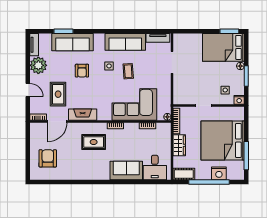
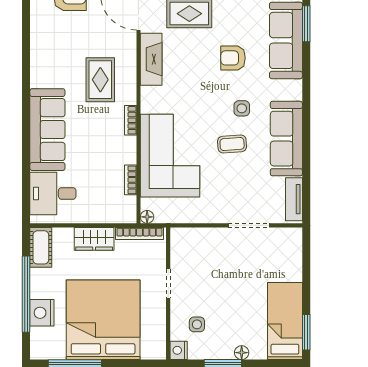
bed: (223, 47) -> (285, 321), width x0.67
sofa: (126, 170) -> (47, 130), width x1.36

